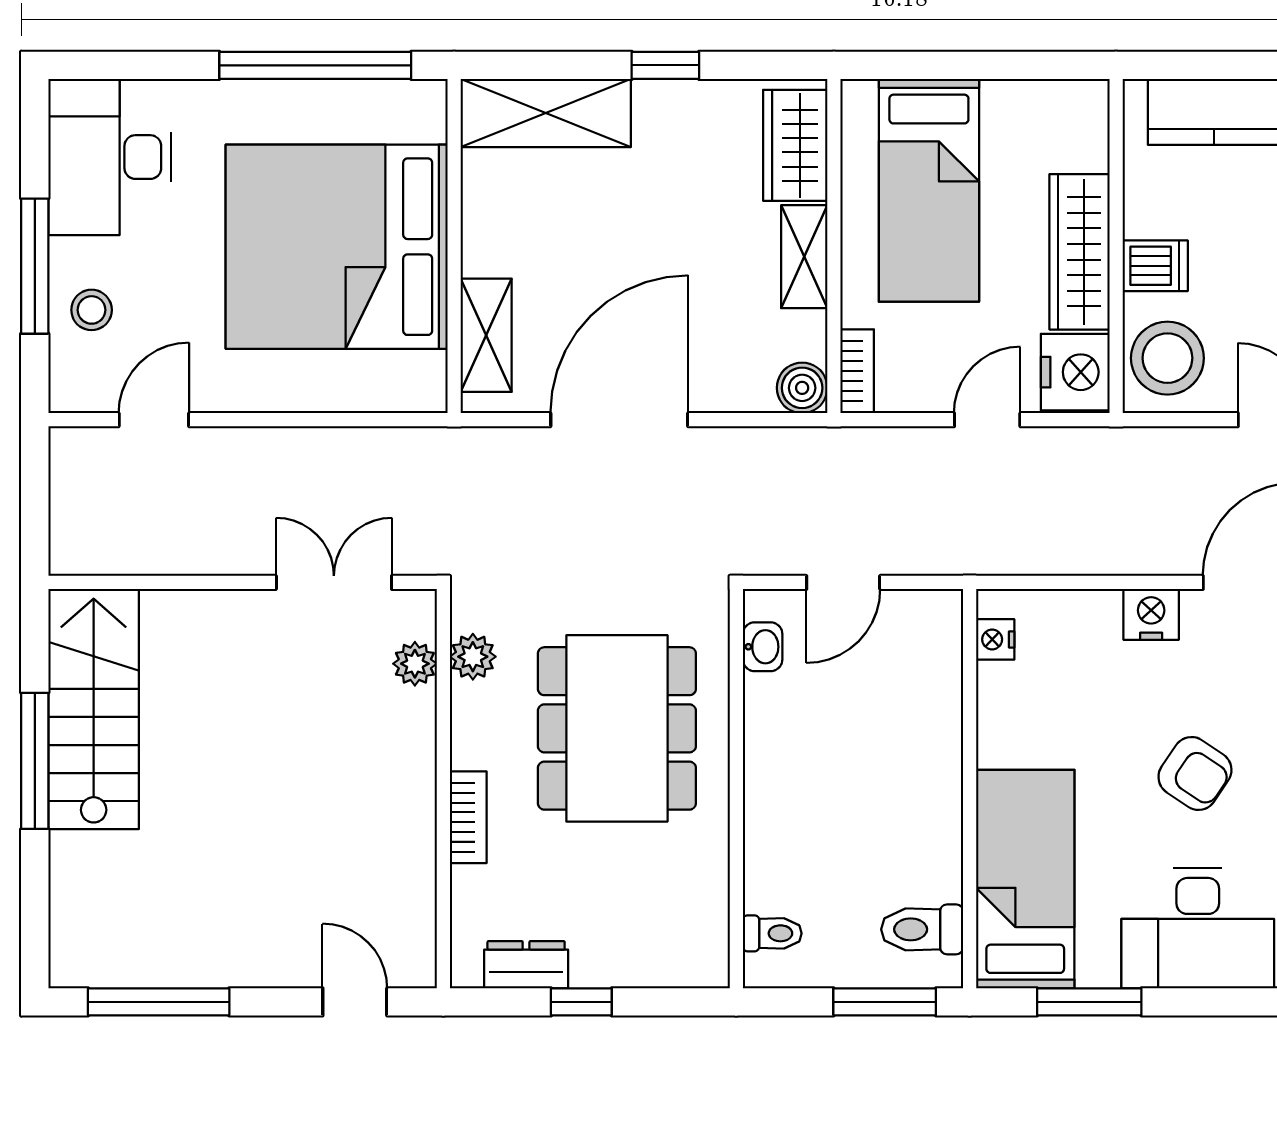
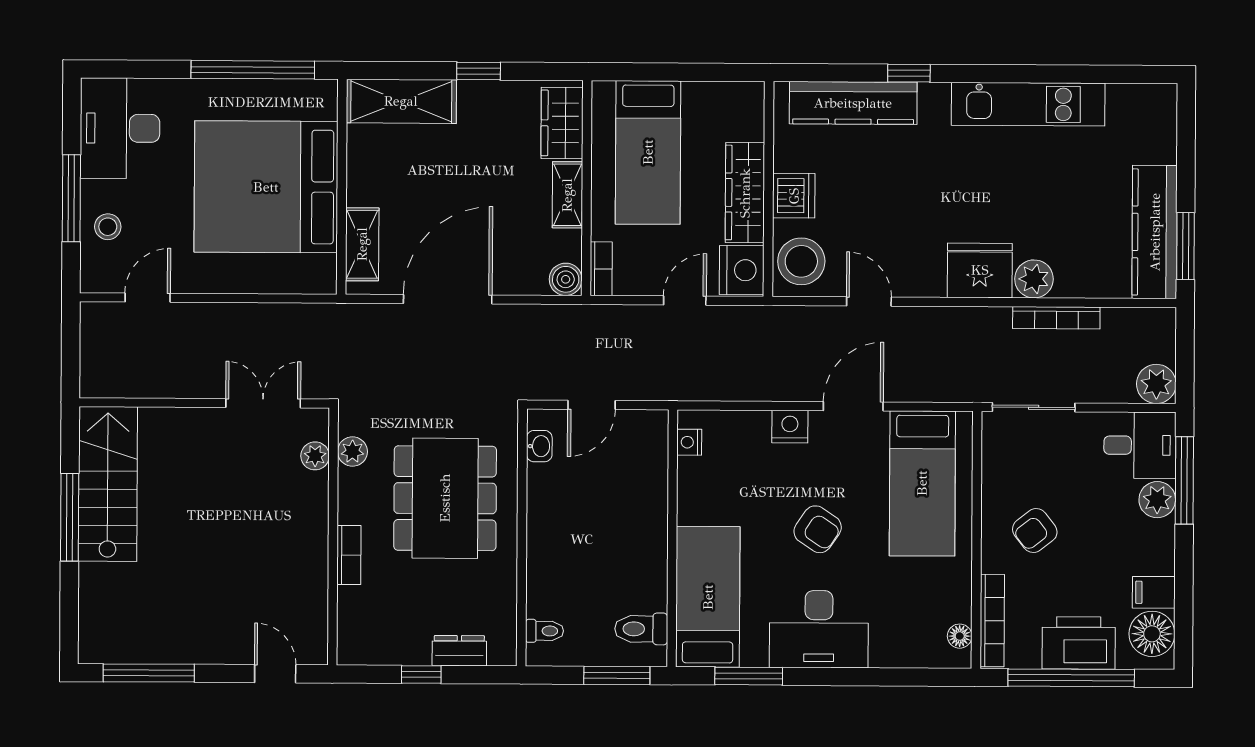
dishwasher: (1155, 266) -> (794, 196), width x1.38
dresser: (526, 965) -> (459, 651), moved

